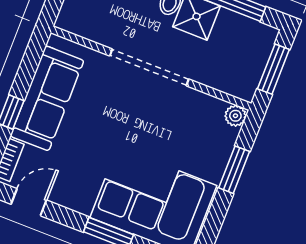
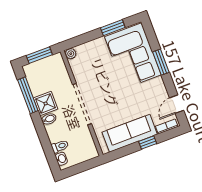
window: (234, 170) -> (113, 28), moved
door: (29, 202) -> (177, 104), hinge flipped

